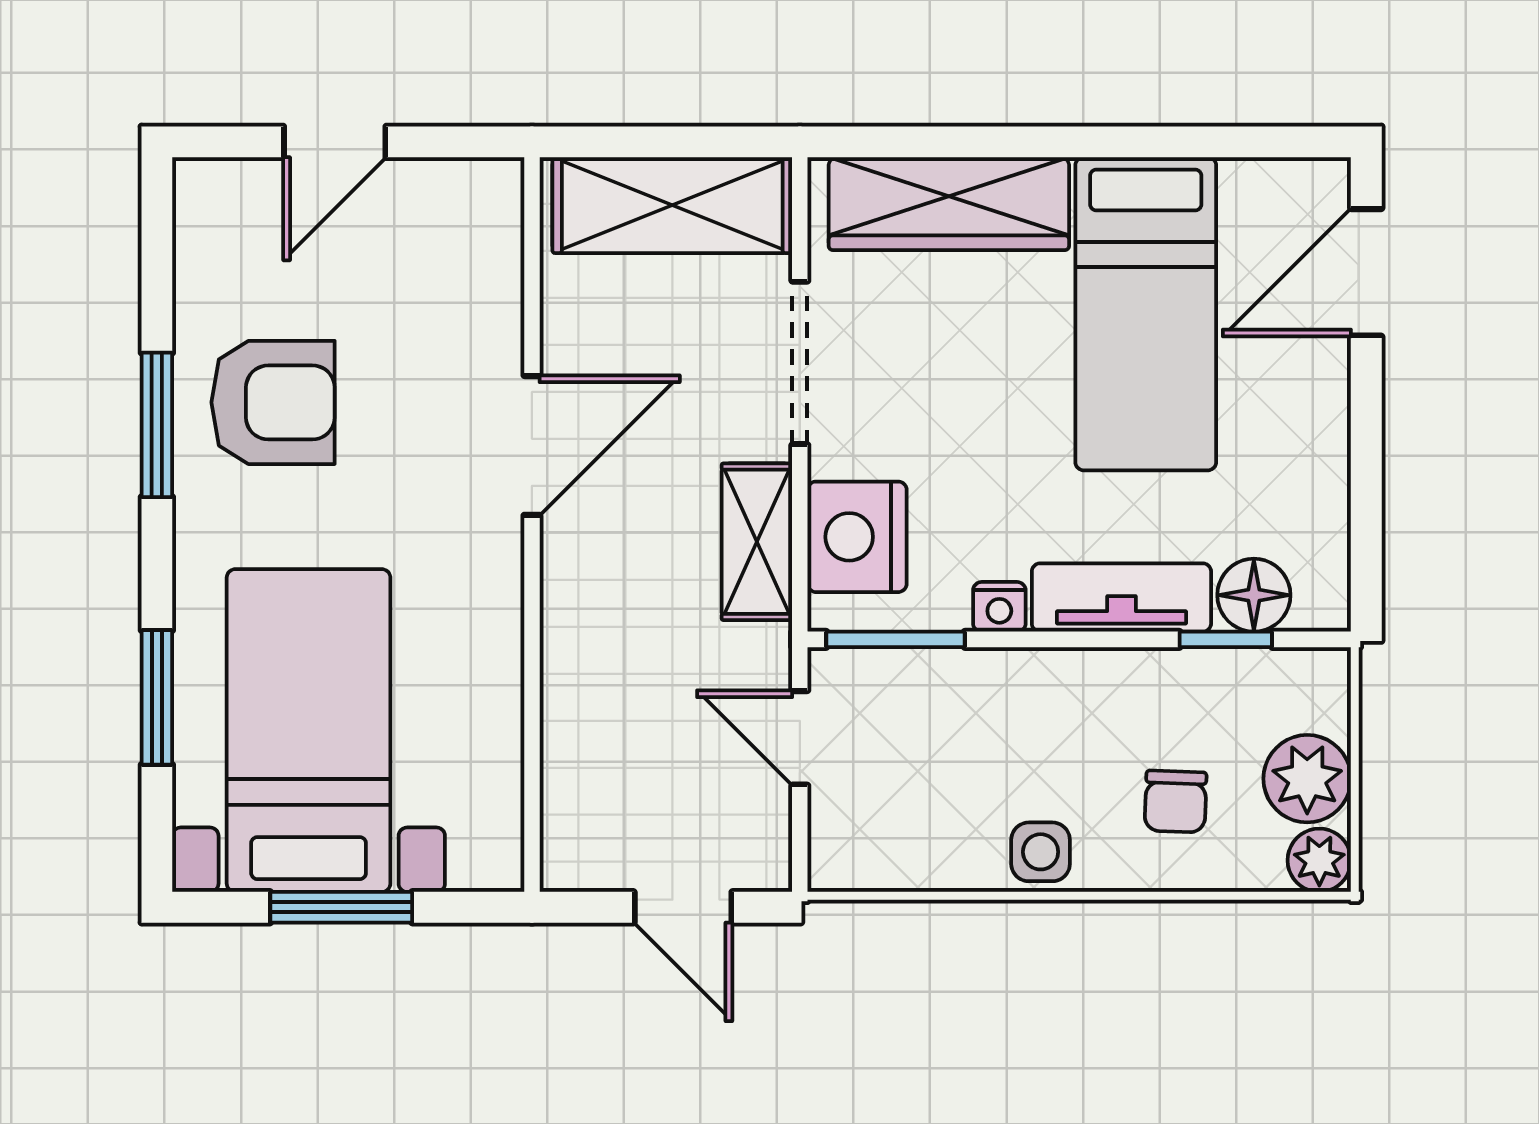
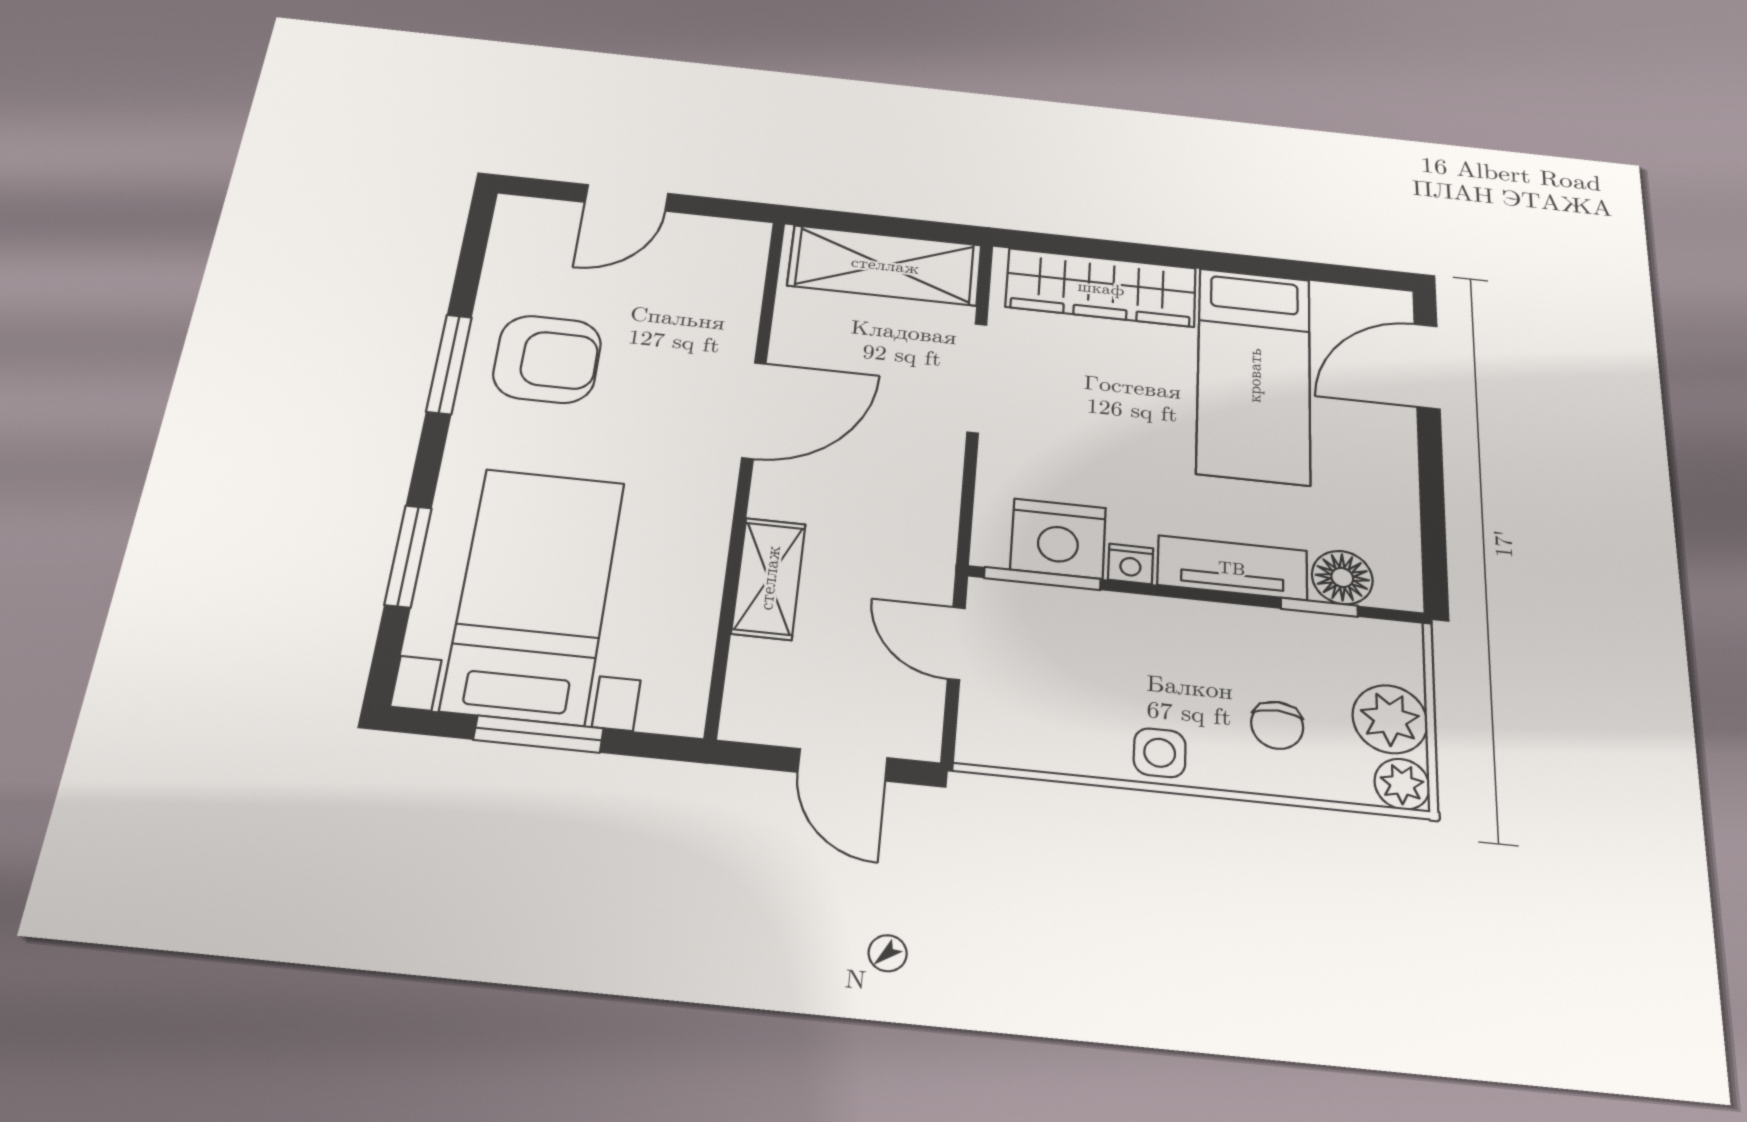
nightstand: (857, 537) -> (1058, 539), moved, turned -90
shelving: (757, 542) -> (769, 578), moved

